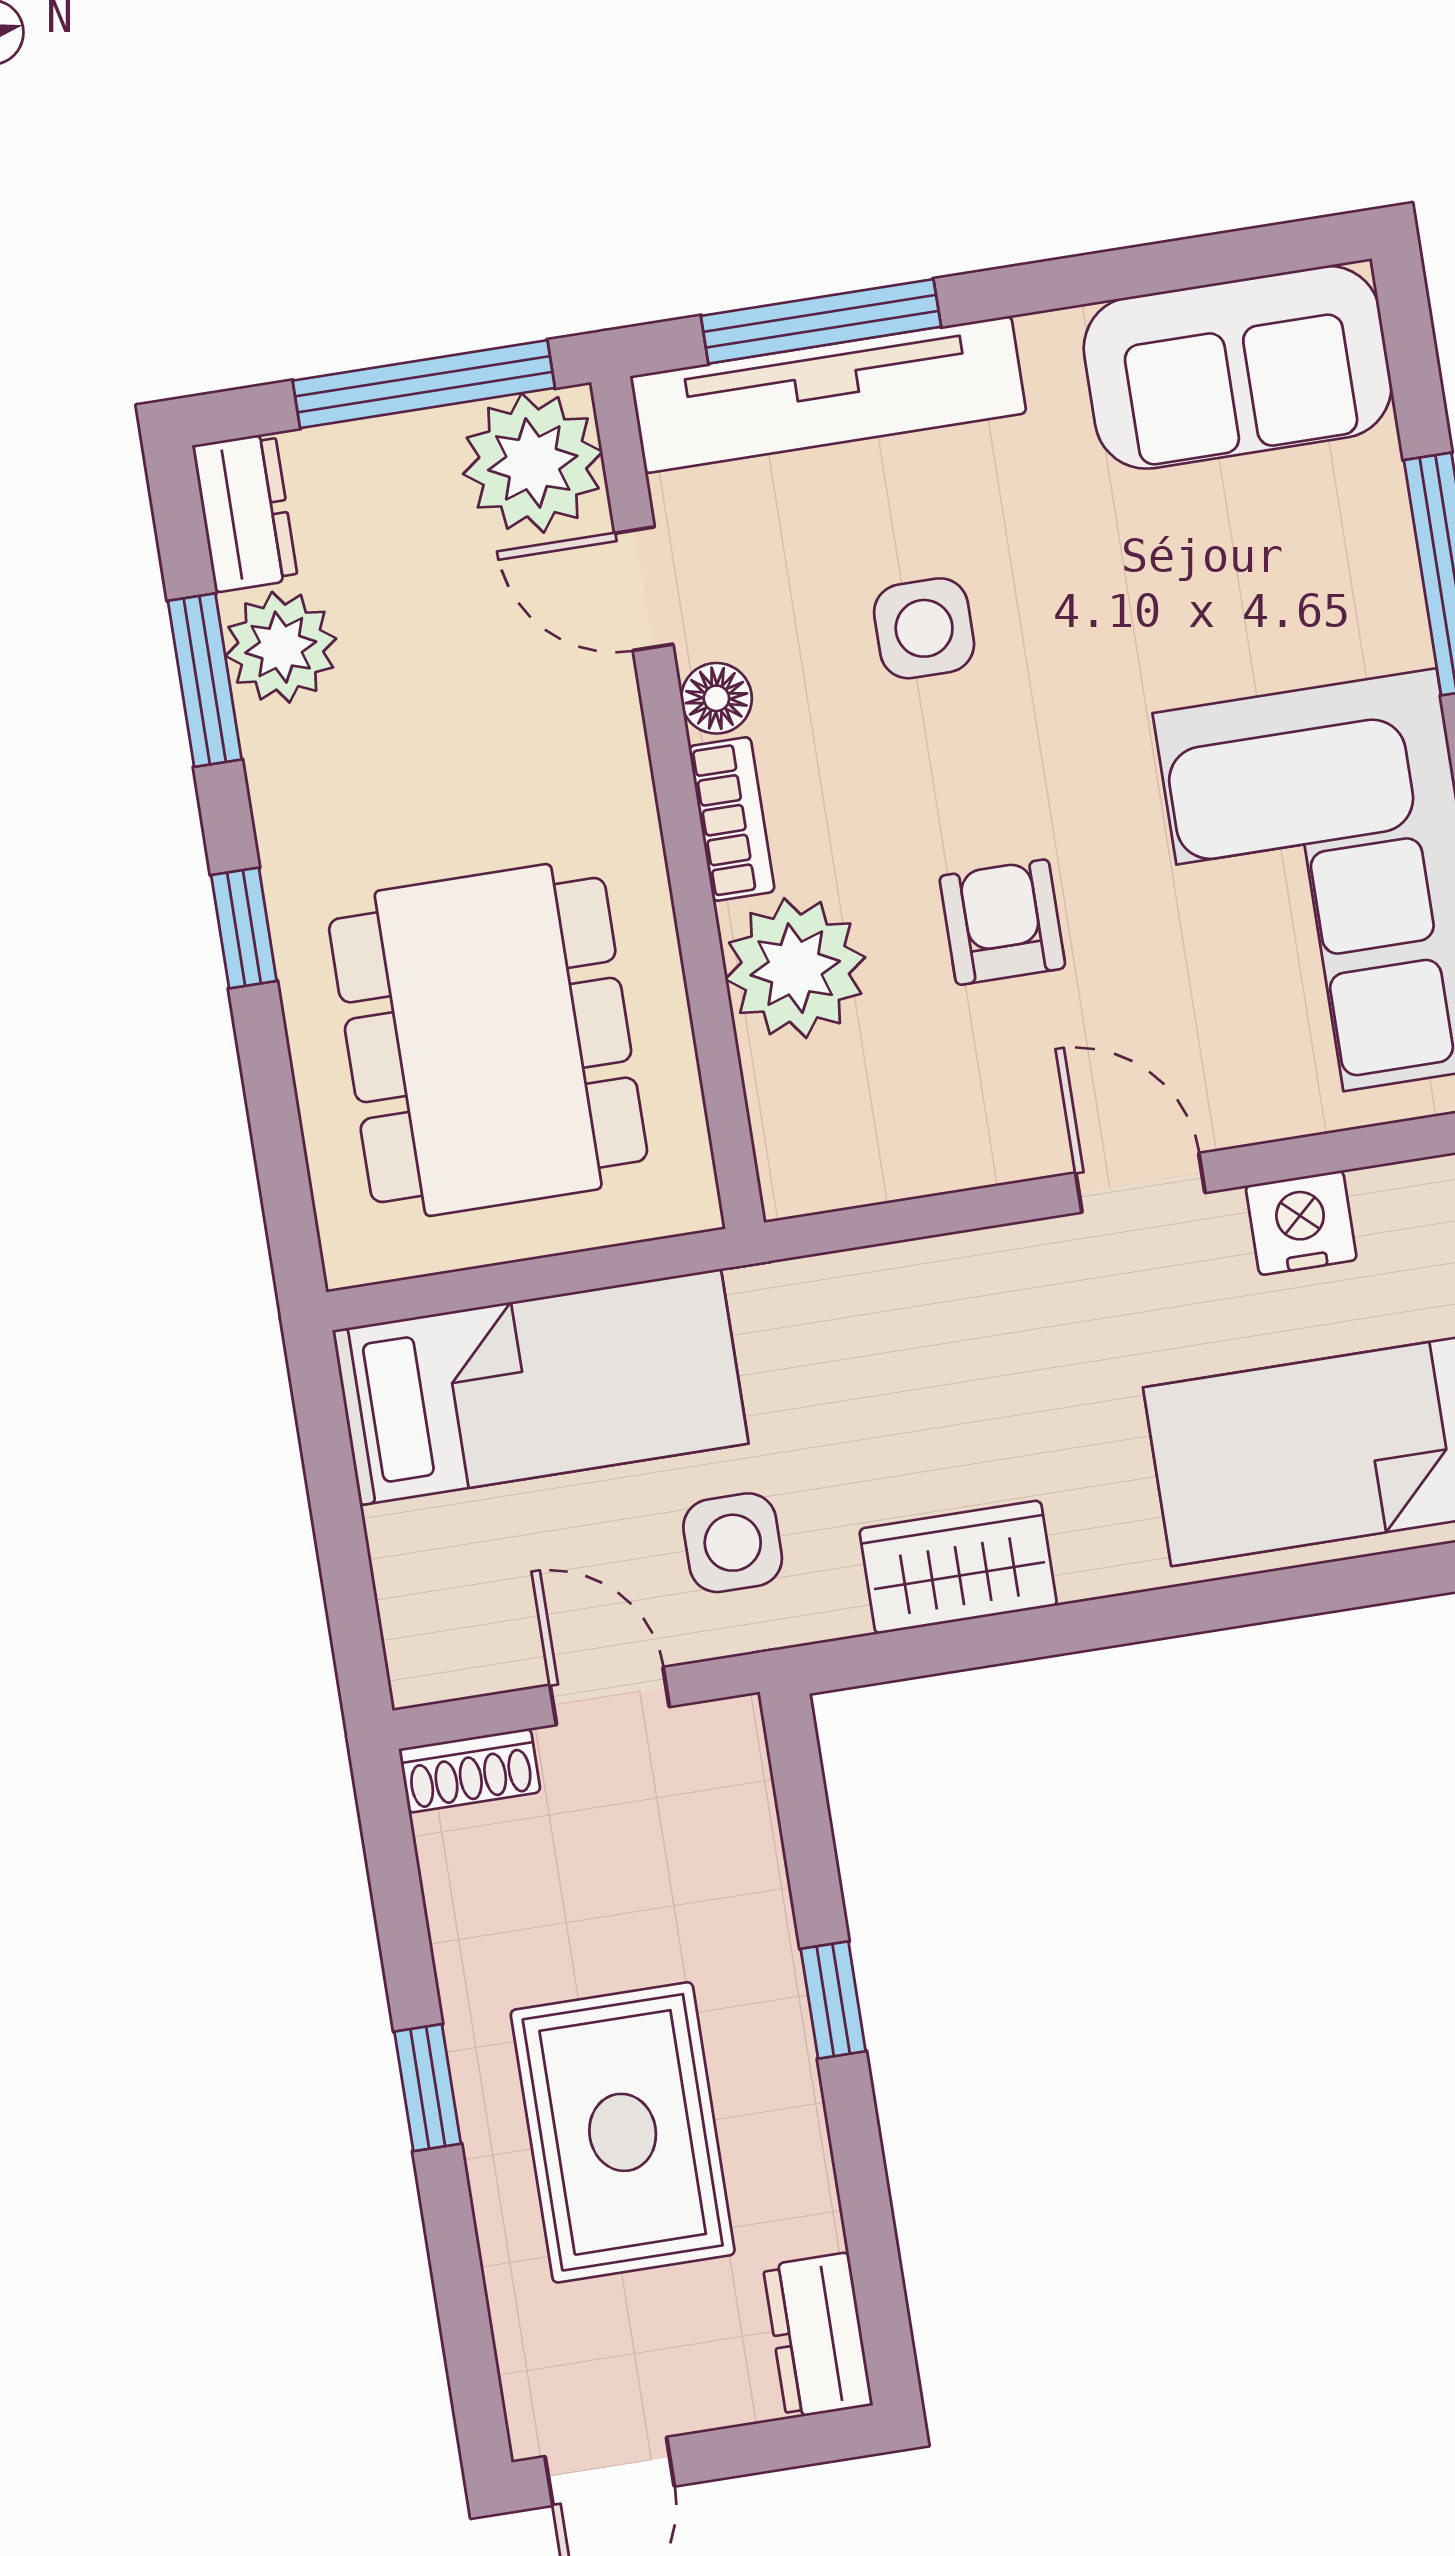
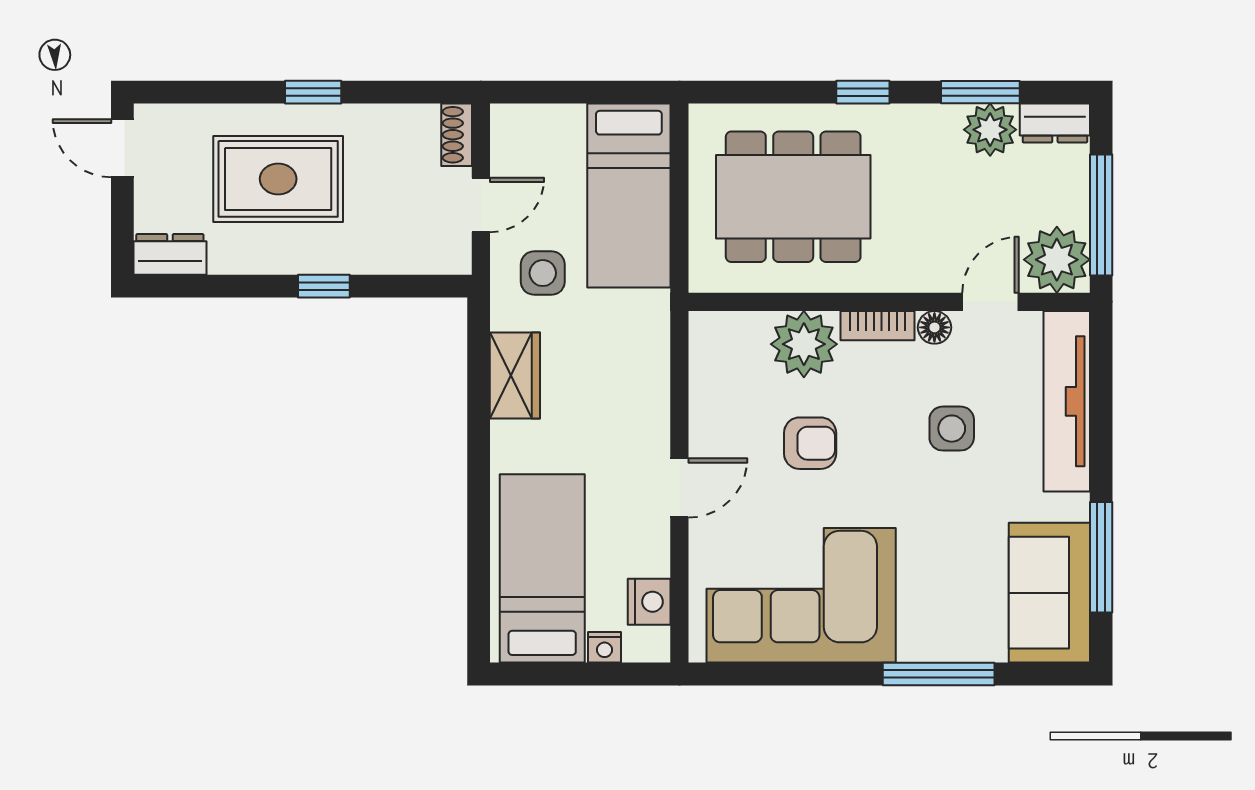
window: (821, 321) -> (1101, 557), moved
nightstand: (1301, 1223) -> (649, 602), moved

